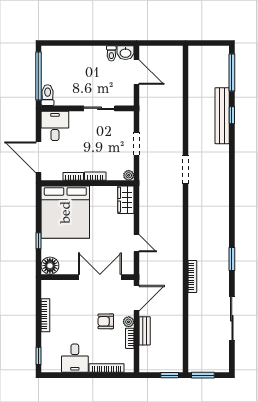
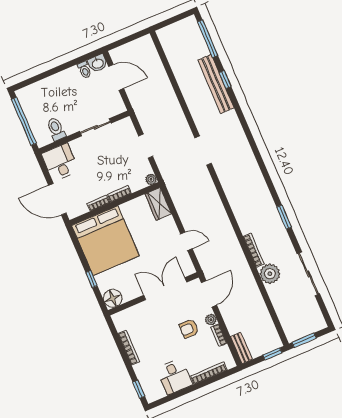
toilet: (48, 95) -> (56, 129), moved
plant: (198, 303) -> (270, 274), added
bench: (145, 331) -> (241, 348), moved

